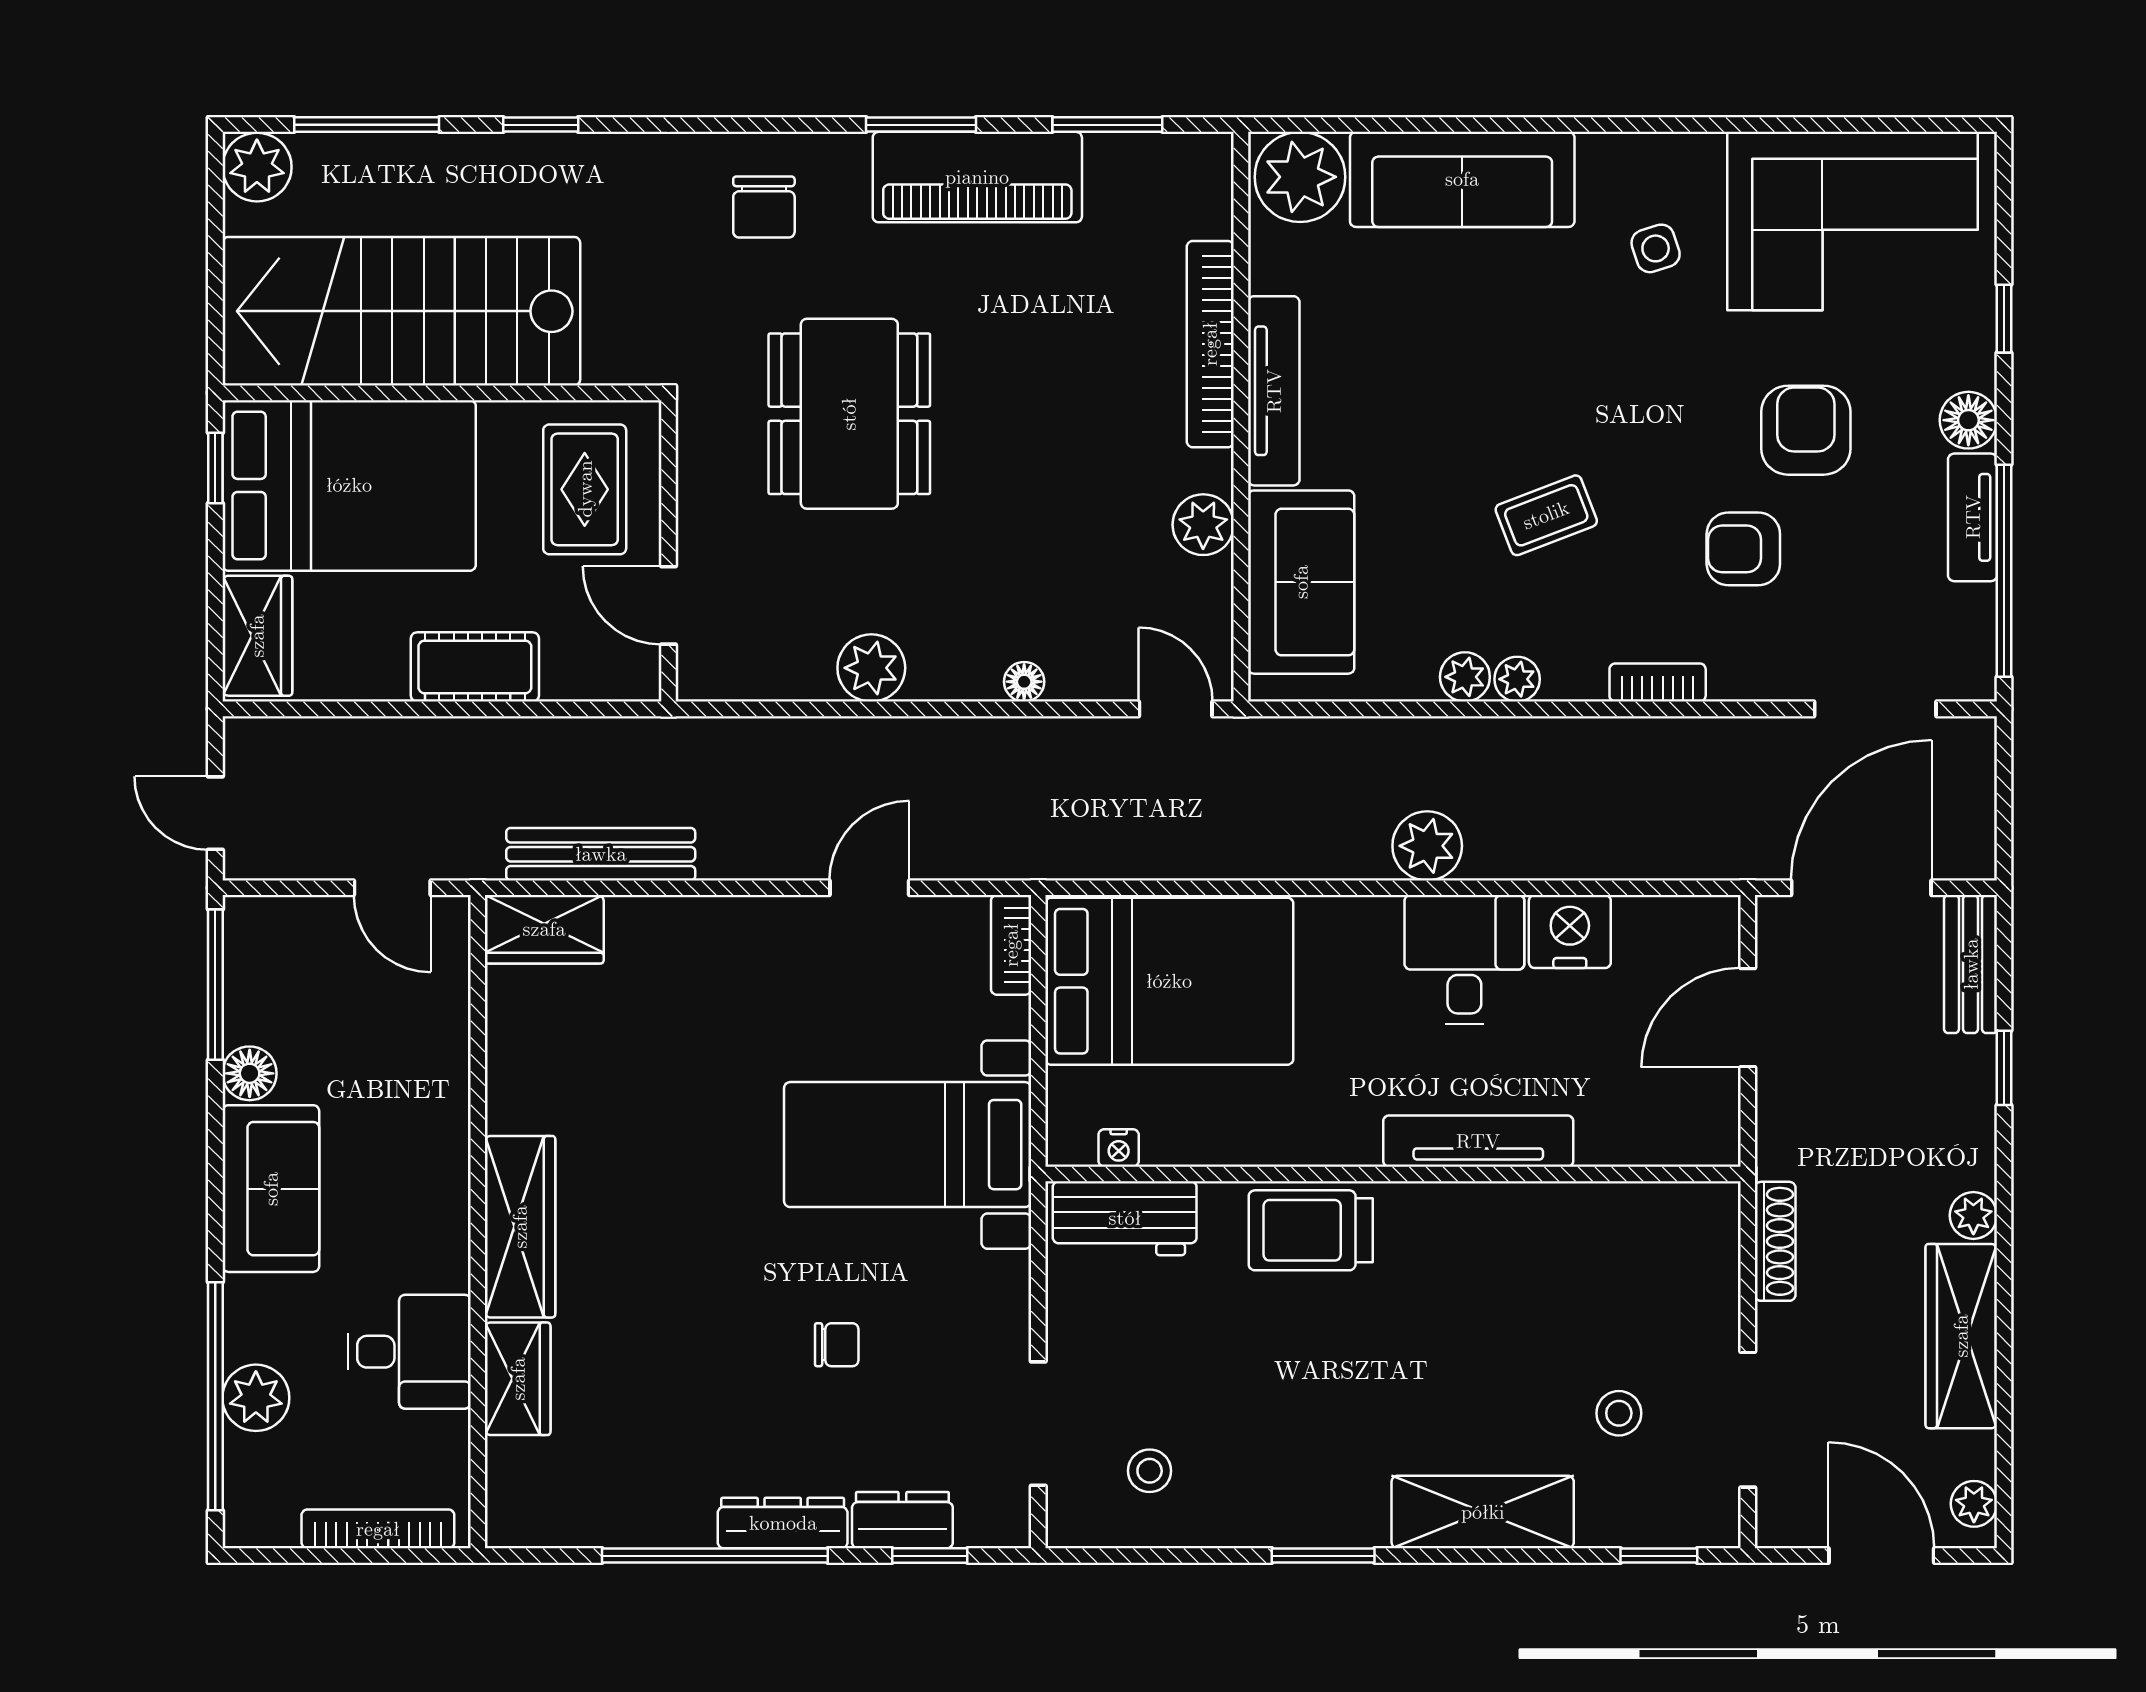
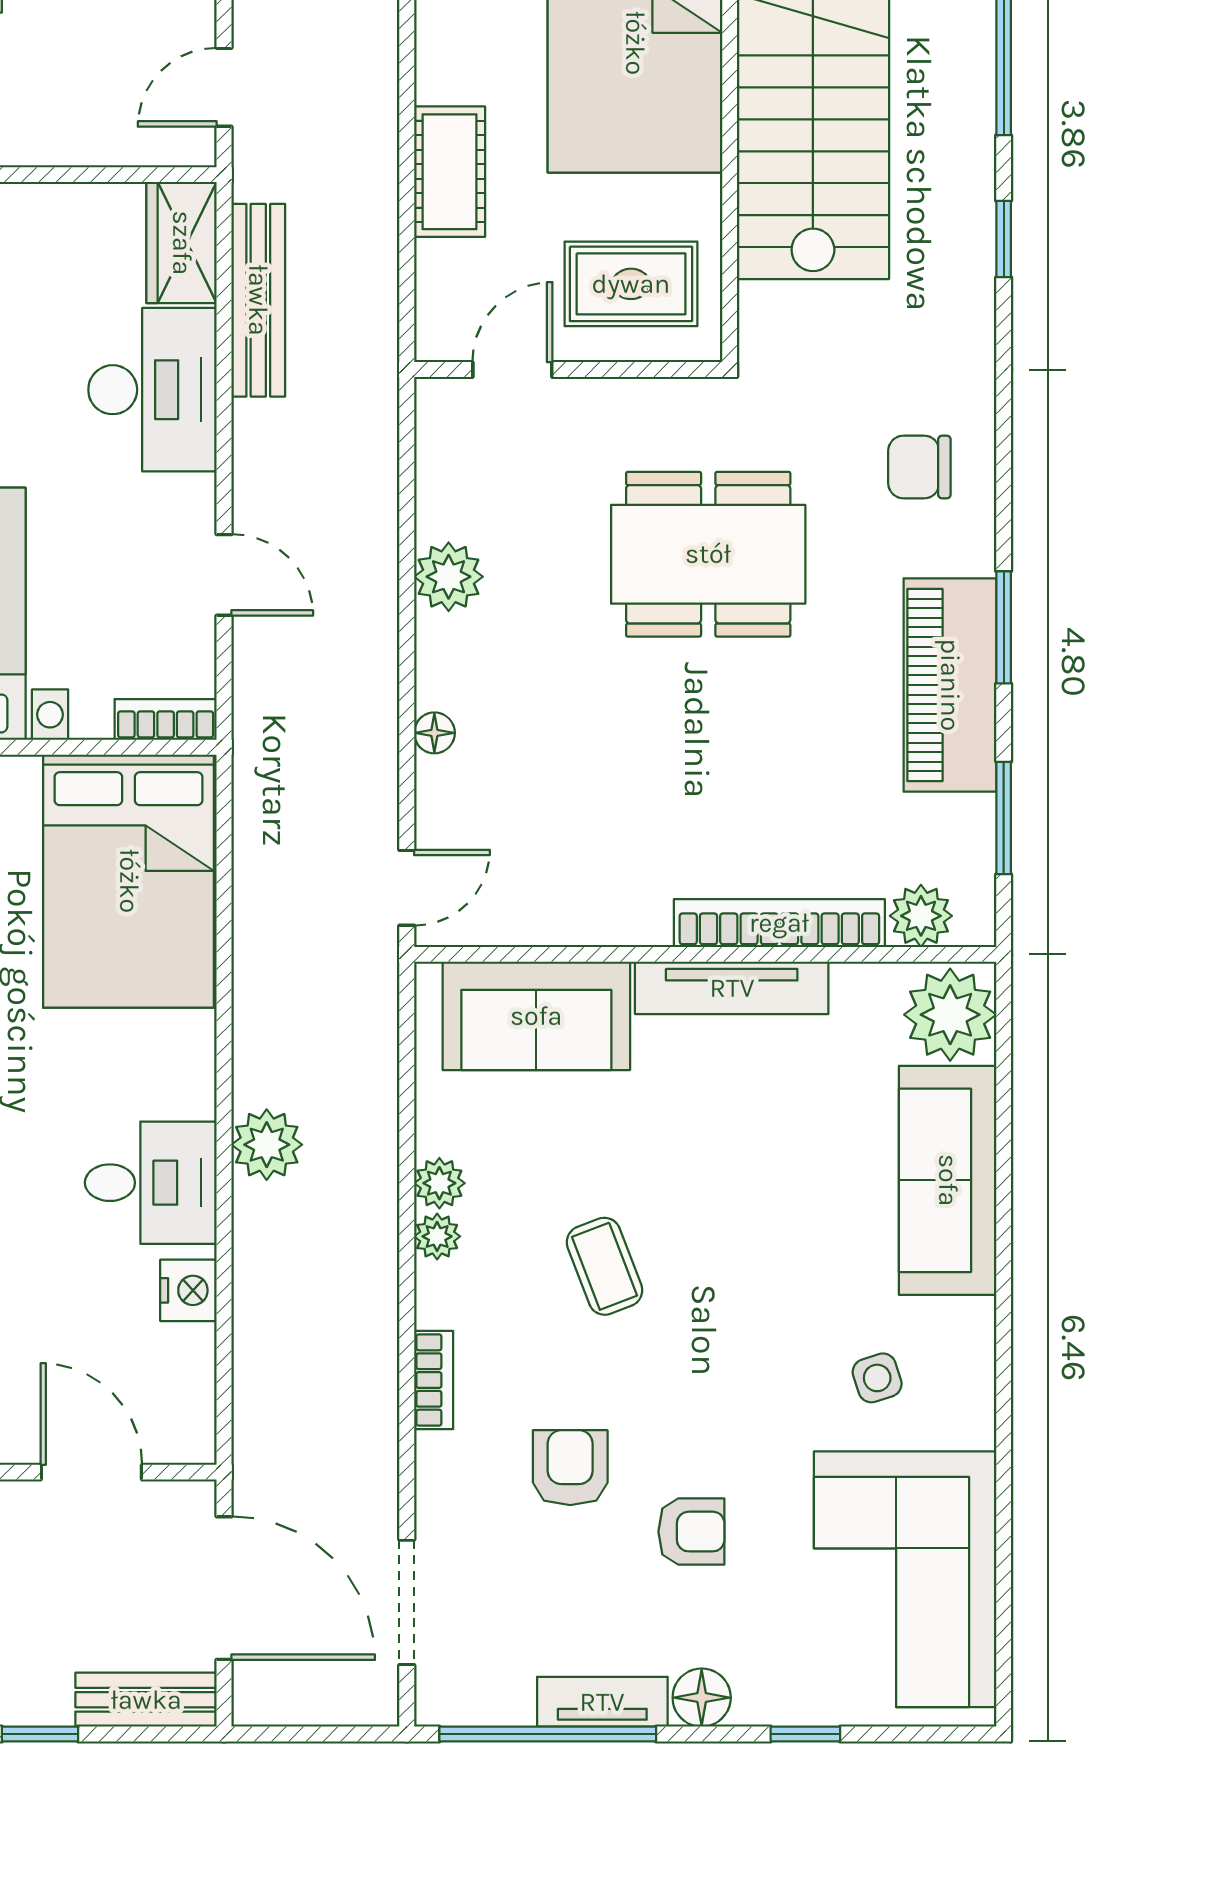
armchair: (1806, 430) -> (691, 1532), width x0.72, depth x0.72
plant: (1203, 525) -> (921, 916), moved
nightstand: (1570, 932) -> (188, 1290), width x0.74, depth x0.75
desk: (688, 958) -> (152, 390), added

